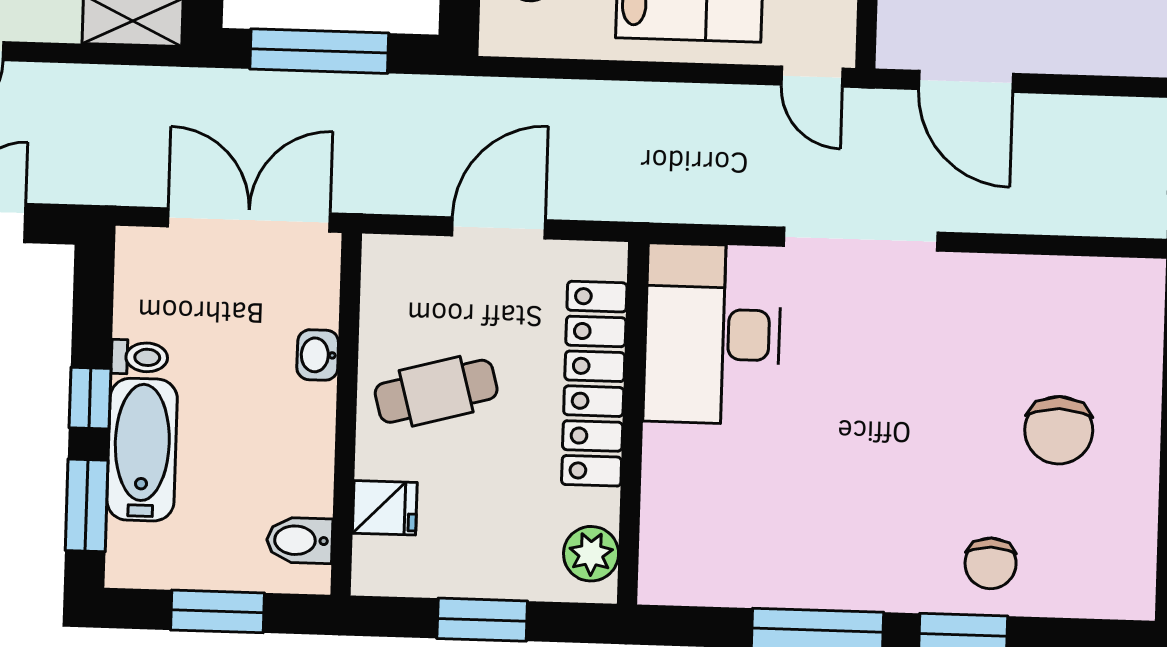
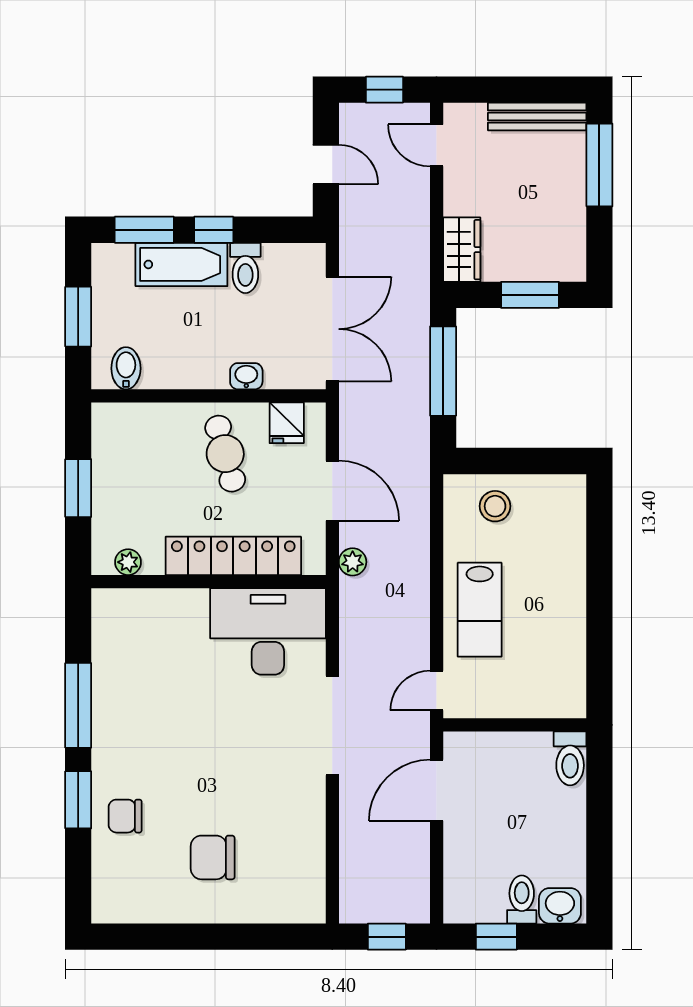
plant: (609, 200) -> (353, 562), added
toilet: (139, 357) -> (245, 268), width x1.37, depth x1.39
fridge: (385, 508) -> (287, 423), moved
plant: (591, 554) -> (128, 562), width x0.73, depth x0.73

